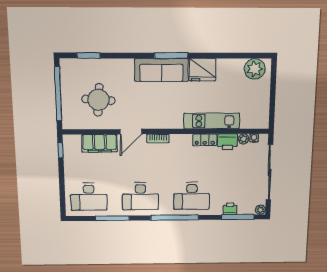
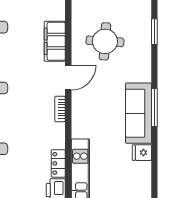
window: (171, 56) -> (154, 107), moved
fridge: (202, 70) -> (142, 153), width x0.53, depth x0.75
door: (131, 132) -> (68, 78), swing flipped

